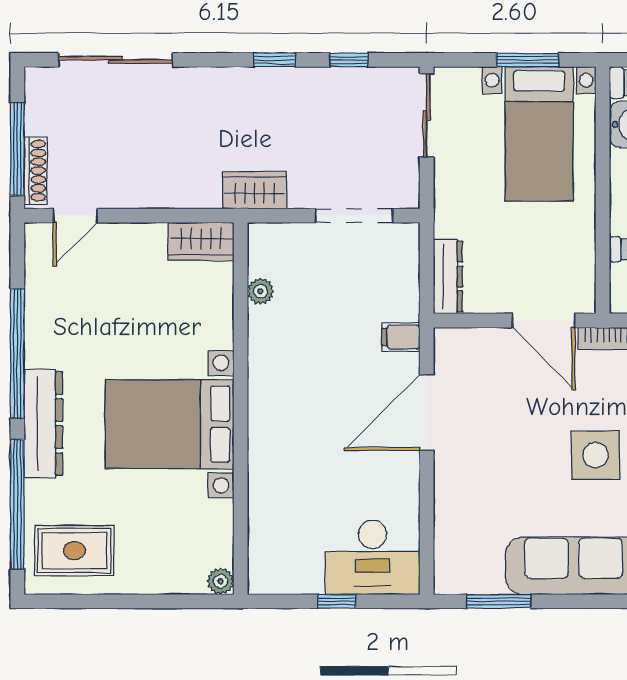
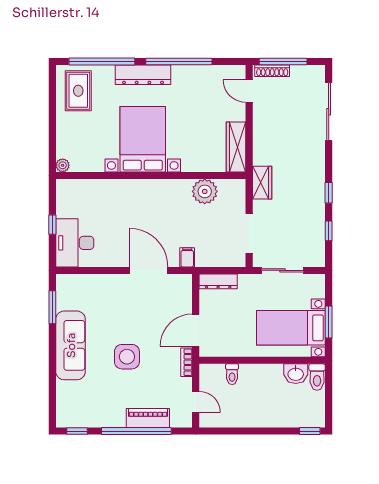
sliding door: (427, 116) -> (283, 270), moved
wardrobe: (201, 241) -> (236, 147), width x1.50
plant: (260, 291) -> (205, 191), width x1.88, depth x1.88

